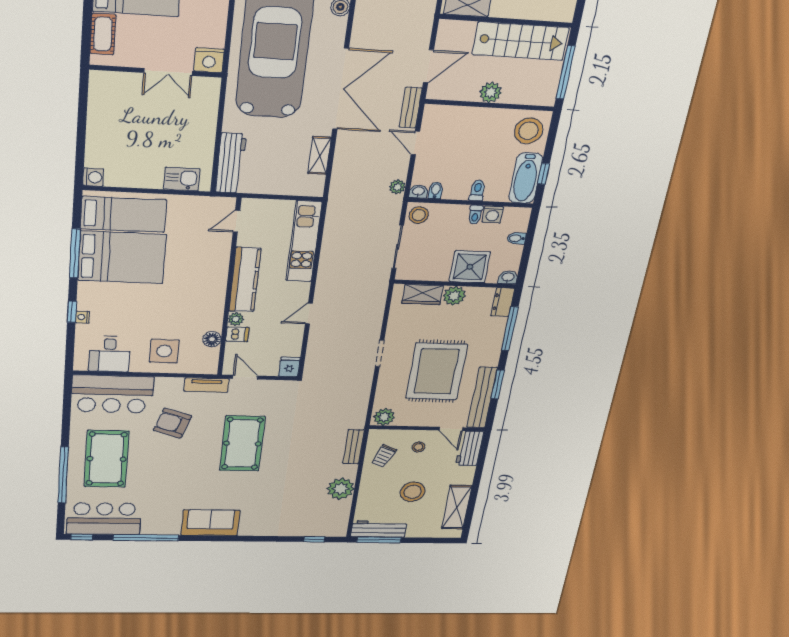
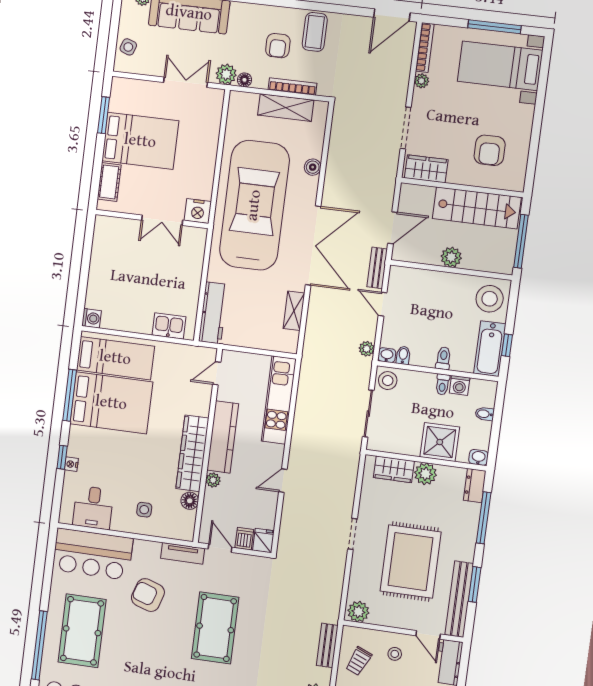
wardrobe: (213, 297) -> (192, 453), added
dishwasher: (237, 334) -> (244, 539), moved, turned -90
side table: (164, 351) -> (144, 510), width x0.54, depth x0.54

